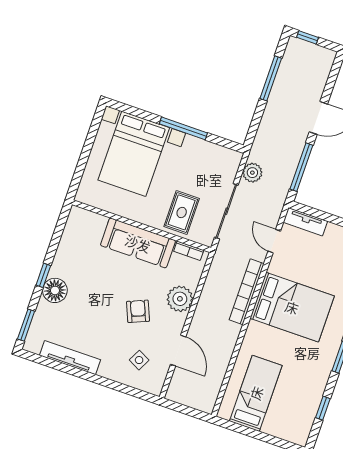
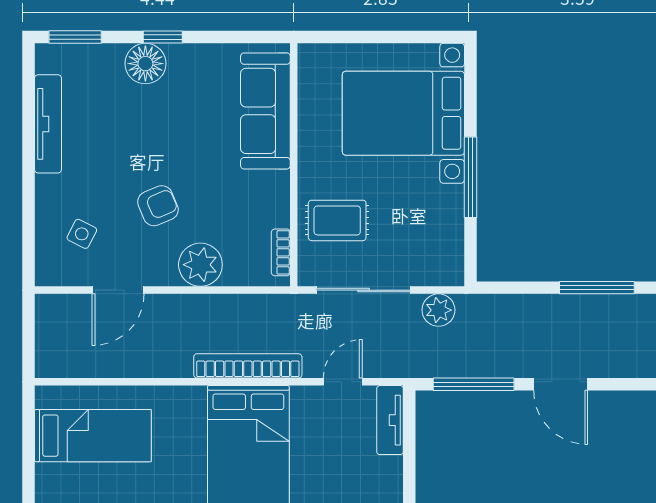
sofa: (138, 243) -> (265, 111), moved

